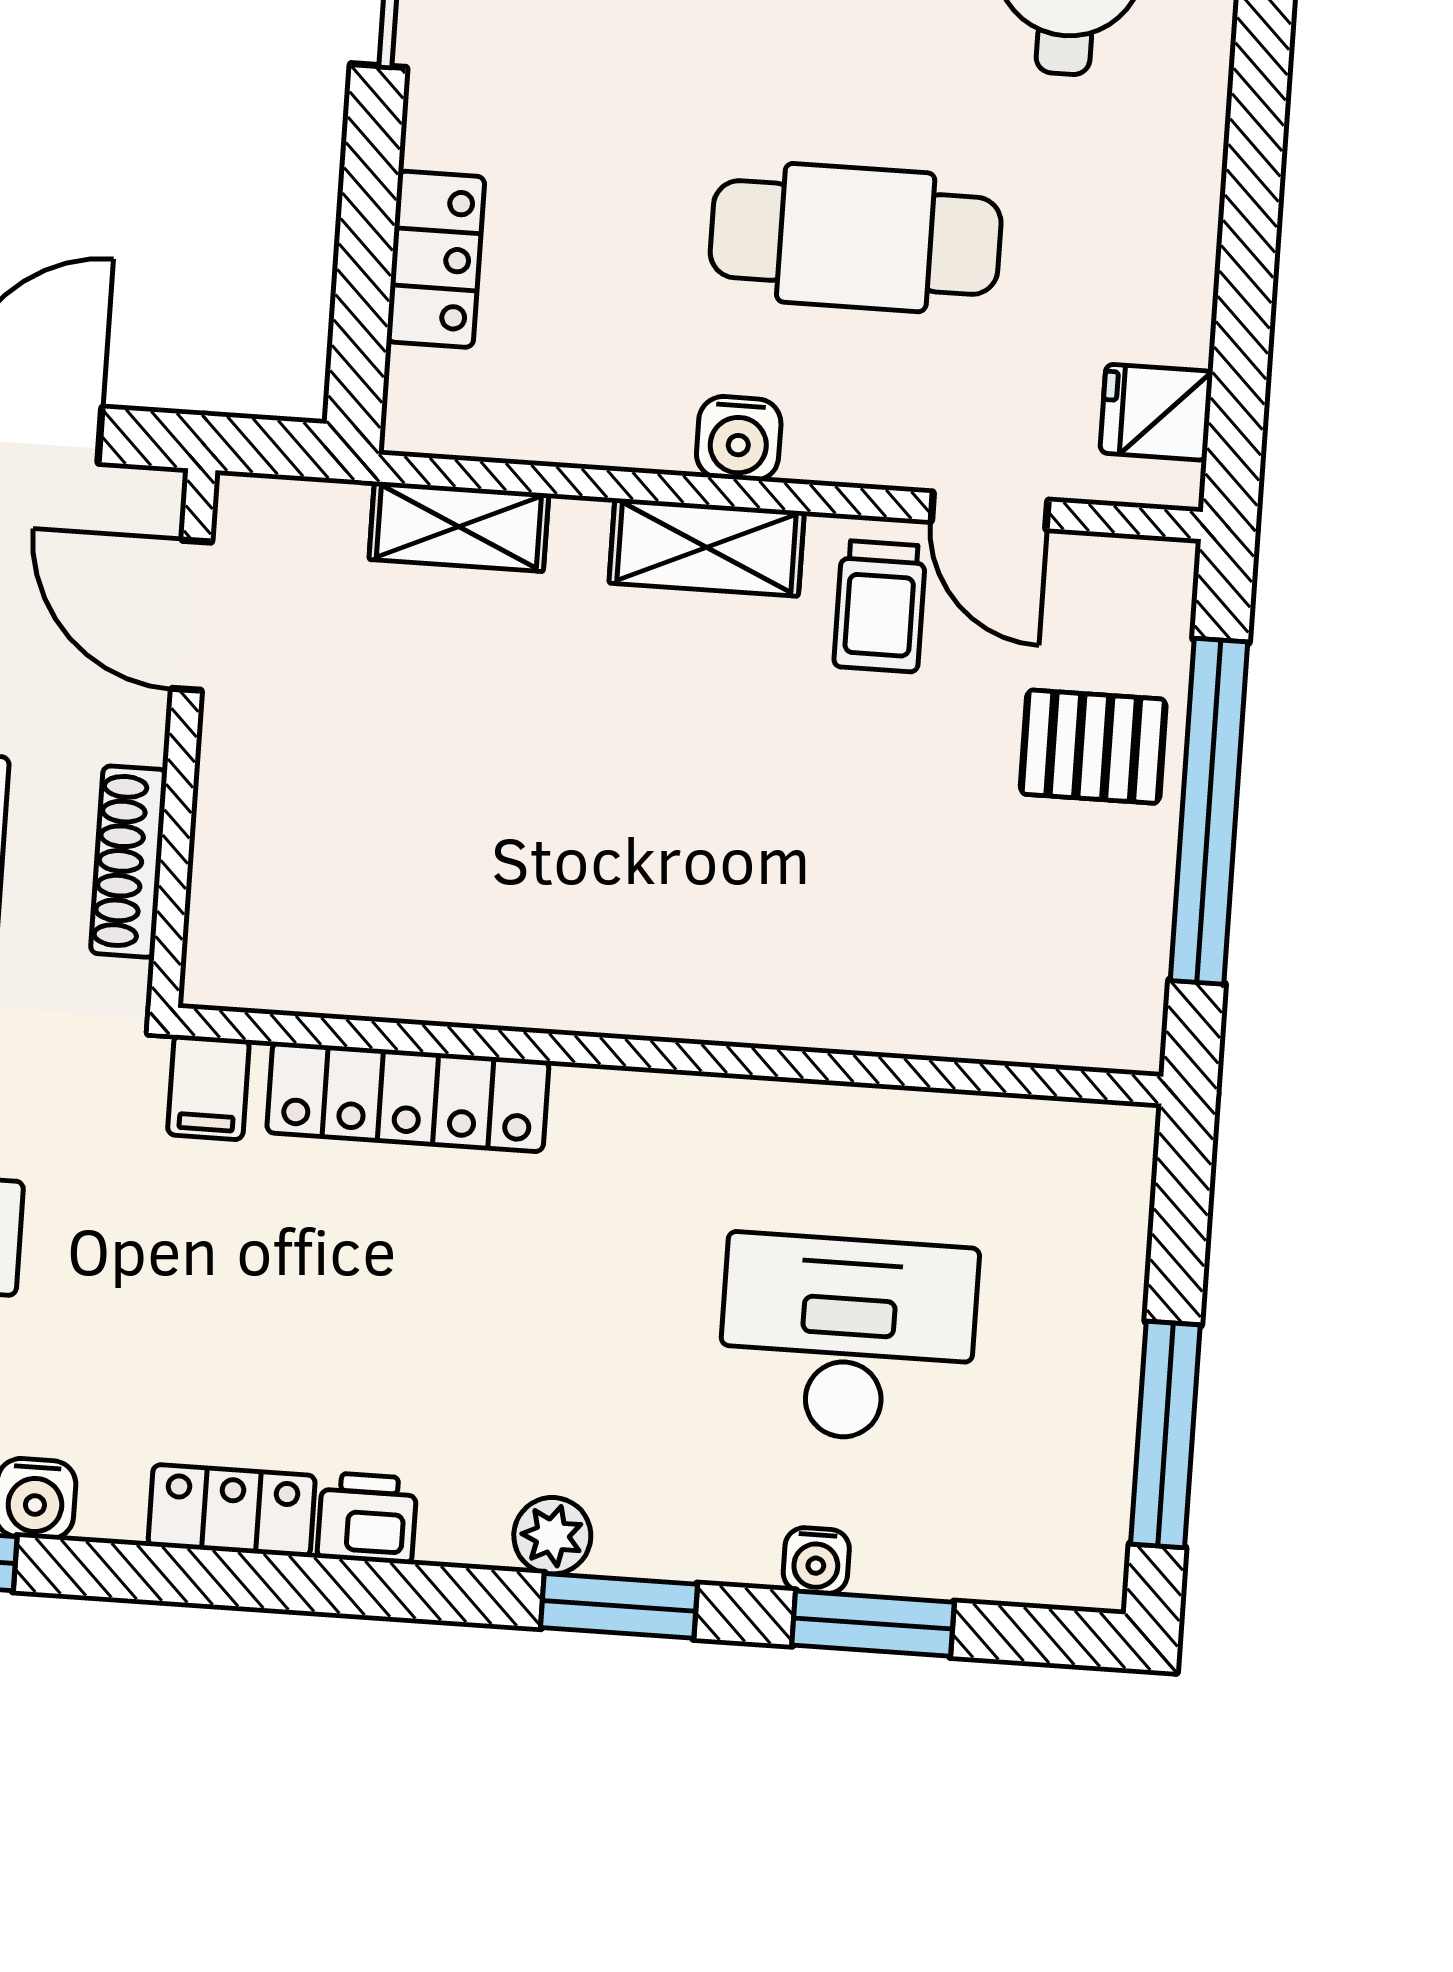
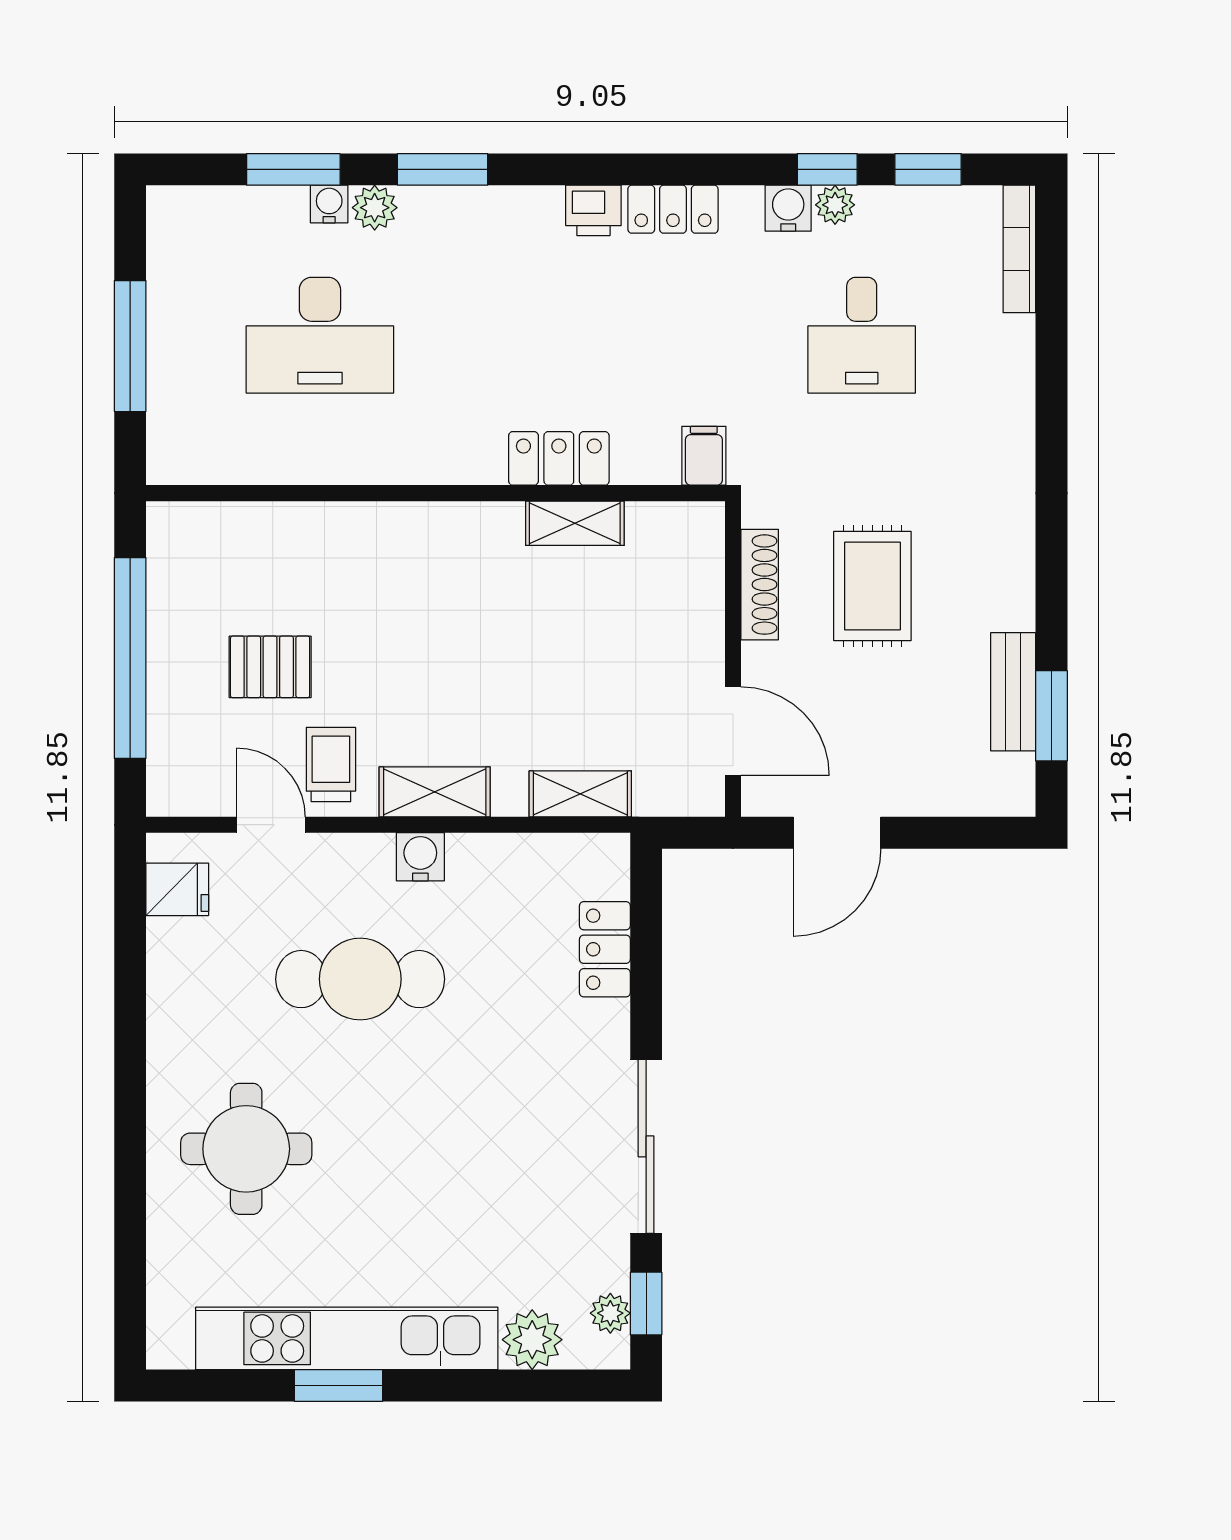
pallet: (1093, 747) -> (270, 667), moved
shelving: (436, 988) -> (575, 523), added
locker: (408, 1097) -> (559, 458), width x0.66
window: (1165, 1434) -> (130, 346), moved
plant: (552, 1536) -> (375, 208), moved

